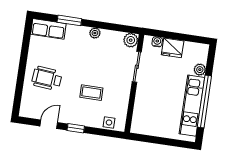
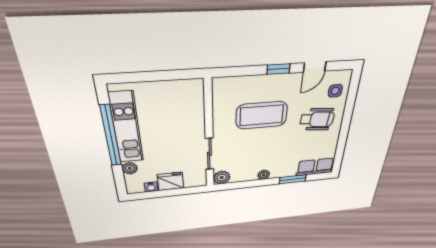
water cooler: (157, 42) -> (151, 187), moved
coffee table: (91, 93) -> (262, 115), width x1.86, depth x1.72
side table: (109, 122) -> (335, 91), moved

